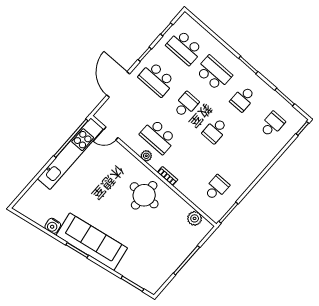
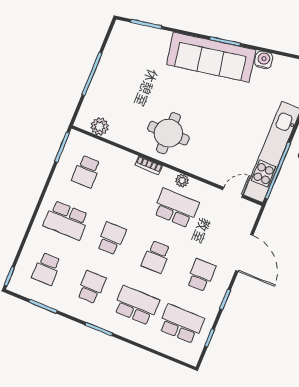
school desk: (214, 73) -> (136, 305), turned 180
school desk: (157, 79) -> (201, 275), width x0.54
school desk: (244, 156) -> (66, 220), added

